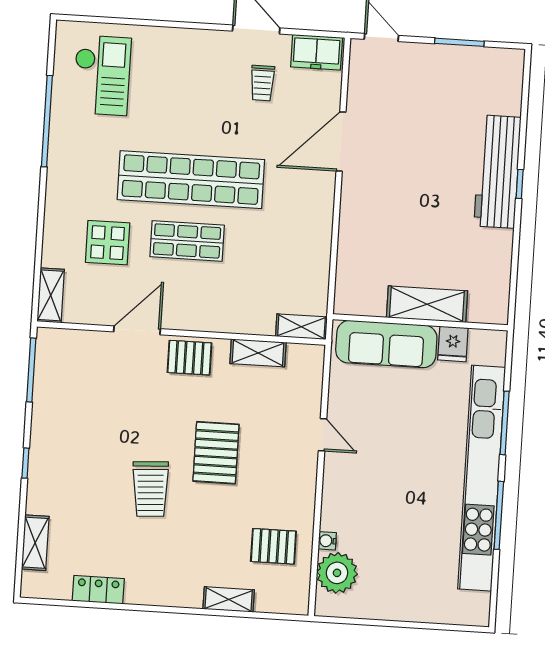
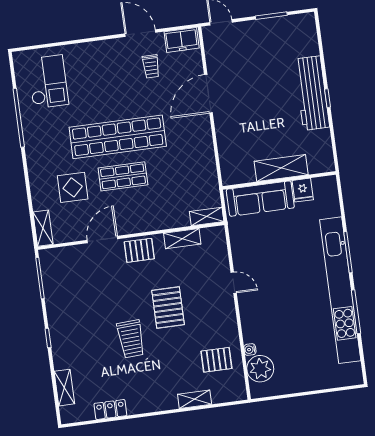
shelving: (427, 304) -> (281, 168), moved
wall: (420, 322) -> (279, 180), moved
sofa: (386, 344) -> (260, 199), moved
fridge: (453, 344) -> (303, 190), moved

